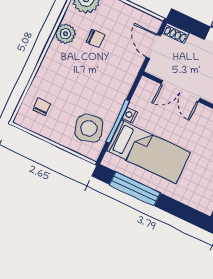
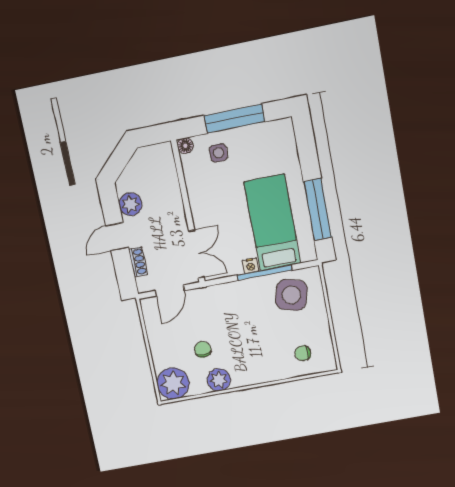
shoe rack: (176, 33) -> (138, 262), moved
double door: (180, 91) -> (196, 254), moved
side table: (89, 128) -> (291, 295), turned 30

